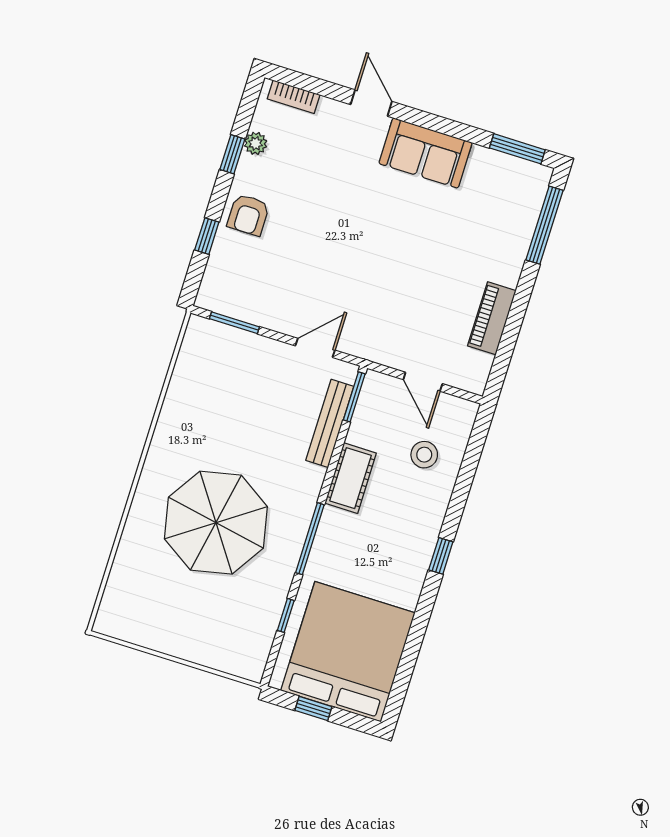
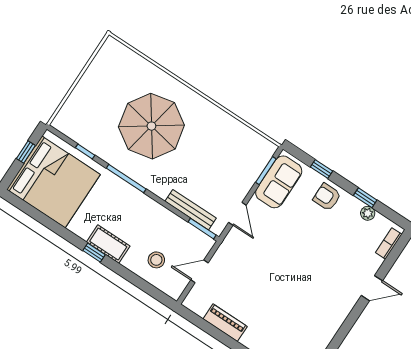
sofa: (425, 153) -> (279, 182), moved, turned 180
cot: (351, 478) -> (108, 244), moved

